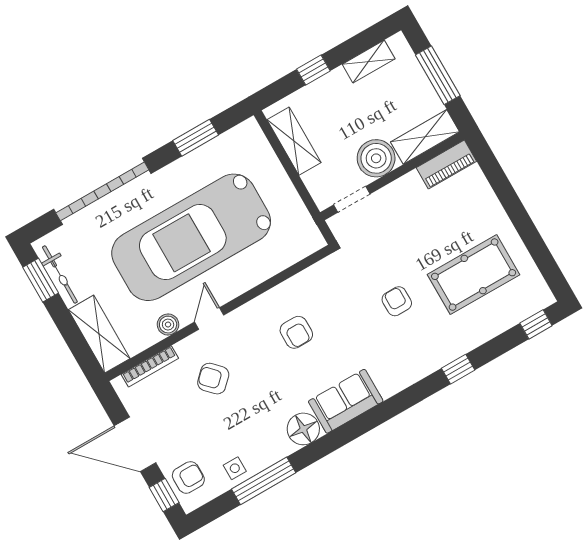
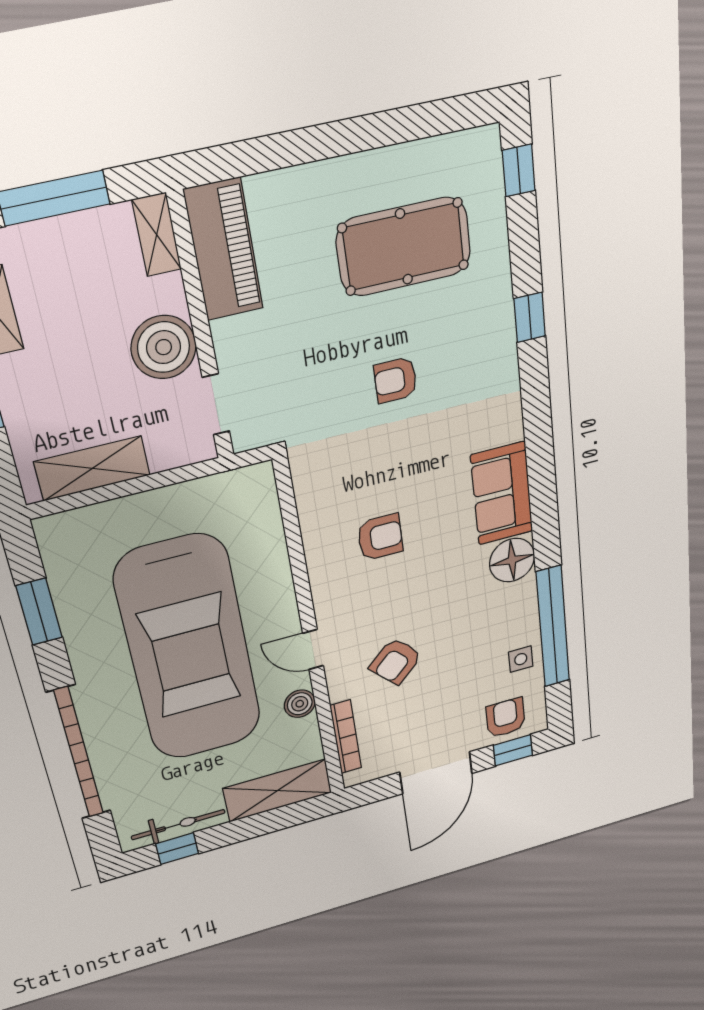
shelving: (425, 137) -> (157, 235), width x0.67, depth x0.75
piano: (446, 165) -> (224, 250), width x1.37, depth x1.33
pool table: (474, 275) -> (404, 247), turned 90
window: (41, 280) -> (177, 849), width x0.67
window: (264, 481) -> (553, 627), width x1.46

